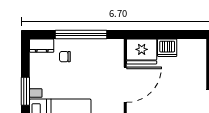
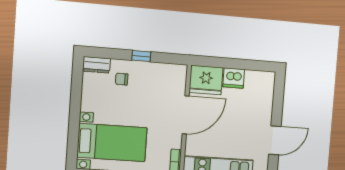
window: (81, 35) -> (141, 56), width x0.32
window: (25, 91) -> (75, 114), removed

